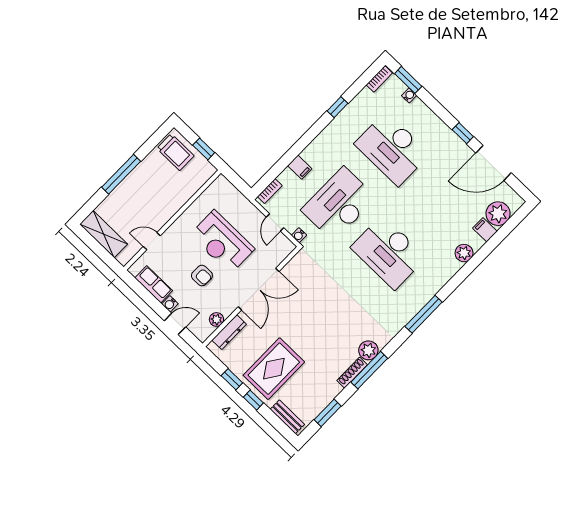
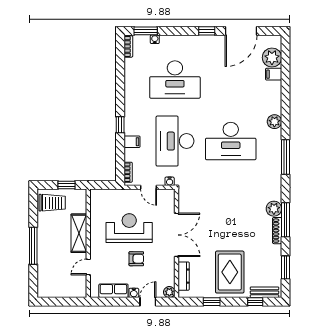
window: (337, 107) -> (120, 125), moved
shelving: (104, 234) -> (79, 233), moved, turned 90
reception desk: (222, 242) -> (129, 228), turned 180
plant: (464, 253) -> (274, 122), moved
plant: (216, 319) -> (169, 292), moved
window: (253, 400) -> (255, 302), moved

